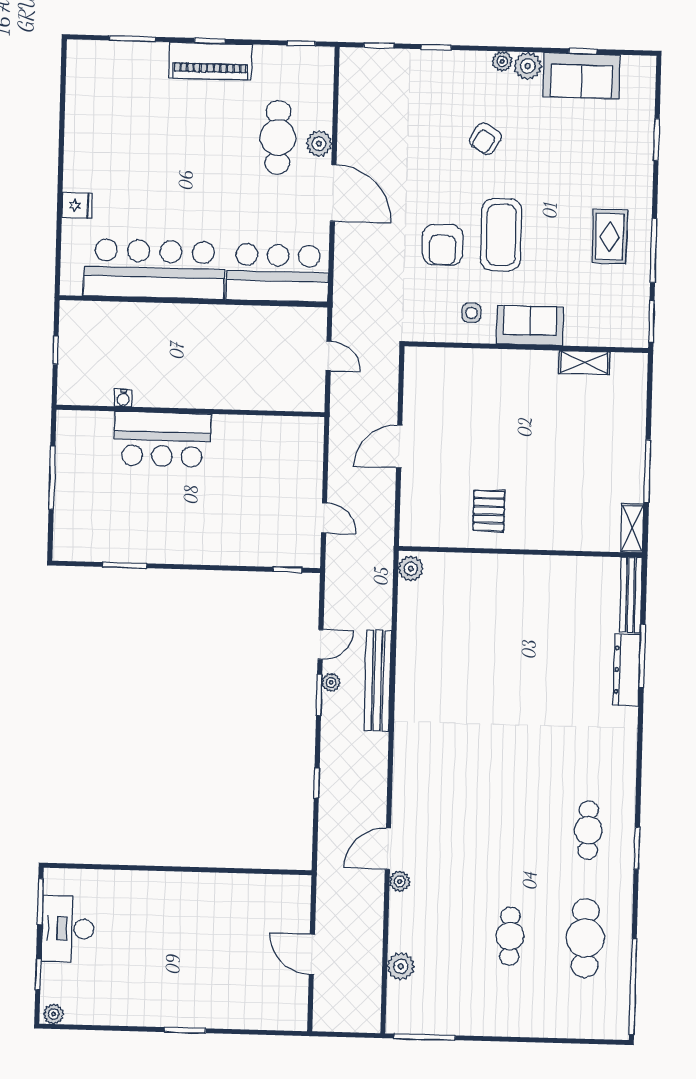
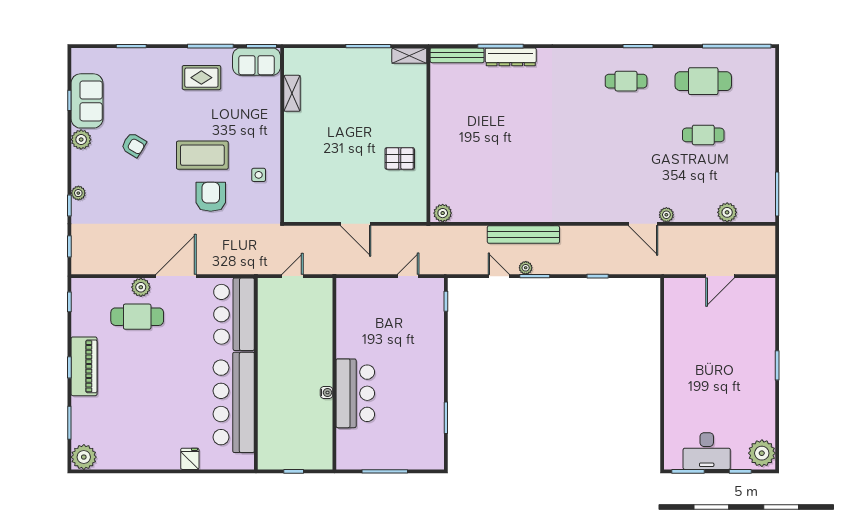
plant: (84, 57) -> (84, 457), added
plant: (502, 61) -> (78, 193), moved
armchair: (485, 139) -> (134, 145), moved
armchair: (443, 245) -> (211, 197), turned -90
sofa: (530, 326) -> (257, 62), moved, turned -90
water cooler: (123, 398) -> (327, 393), moved
plant: (54, 1014) -> (762, 453), width x1.88, depth x1.88

